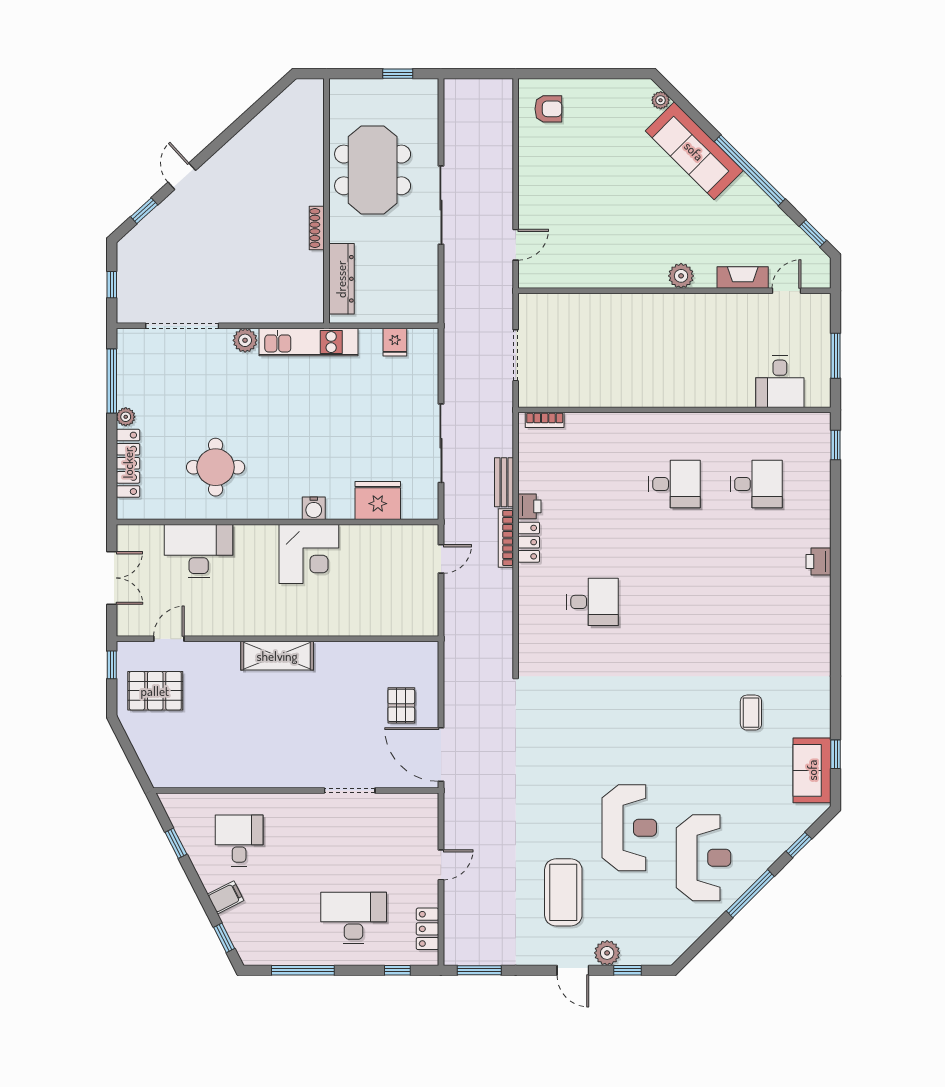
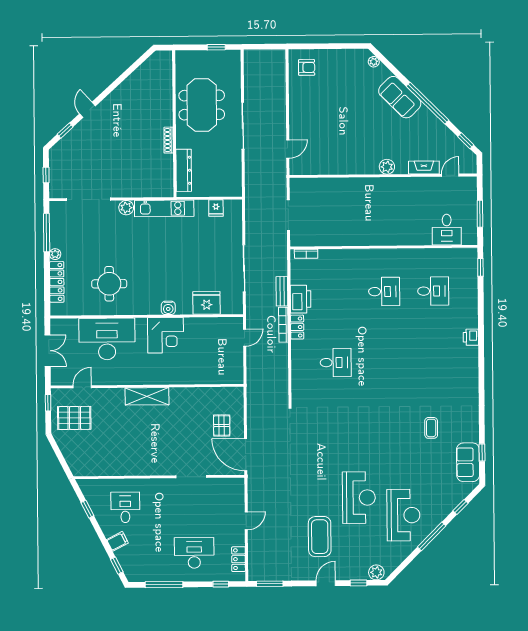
sofa: (694, 151) -> (400, 97), width x0.73
printer: (529, 506) -> (301, 299), width x1.87, depth x1.48
desk: (199, 551) -> (107, 339), width x1.36, depth x1.30
plant: (607, 953) -> (376, 572), moved
door: (573, 970) -> (326, 583), swing flipped

